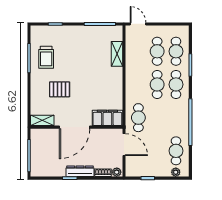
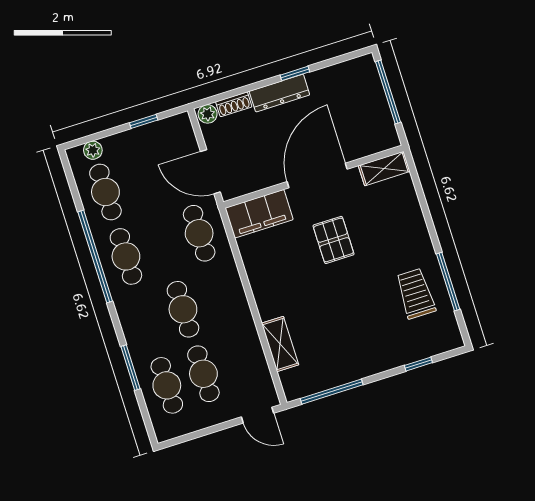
cafe table: (176, 84) -> (126, 256), moved
pallet: (60, 89) -> (334, 240), moved, turned 90

